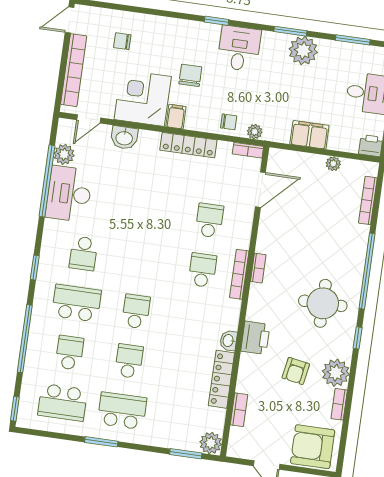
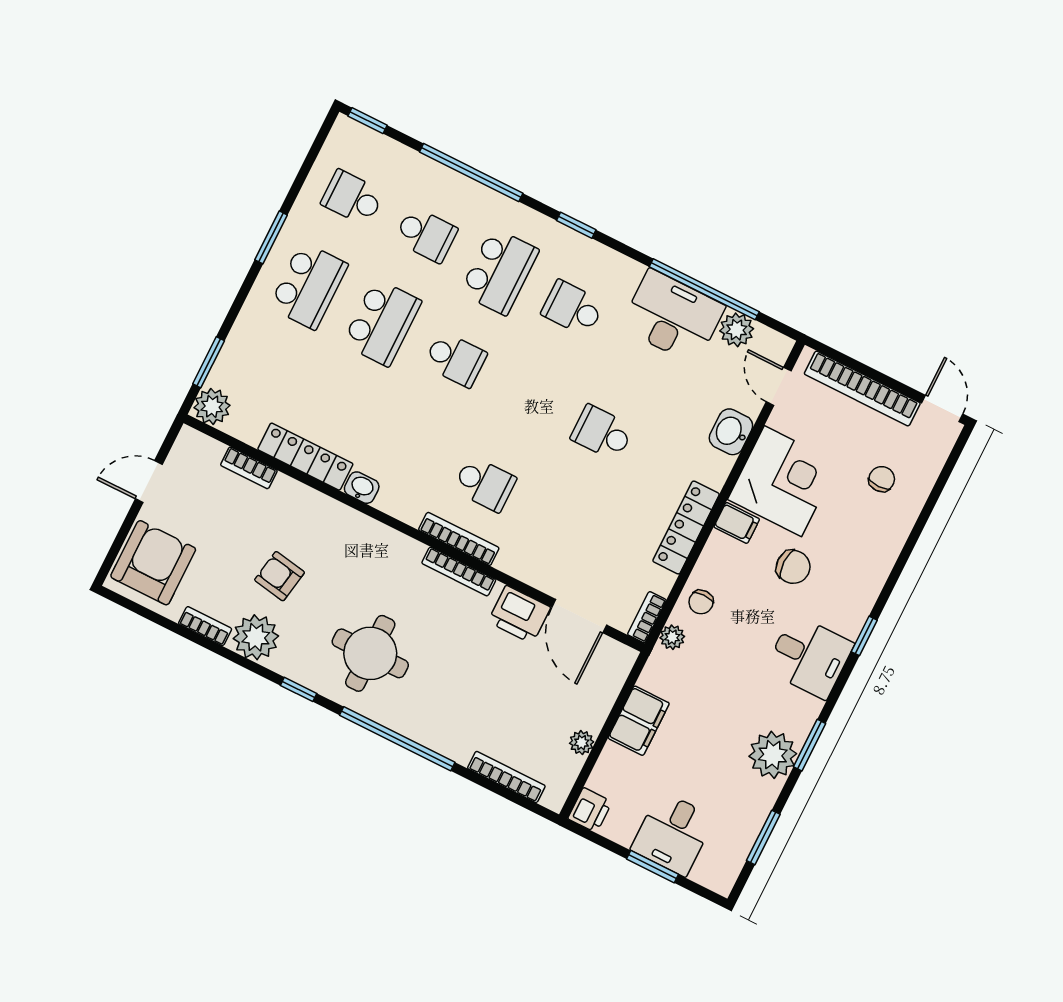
school desk: (209, 220) -> (602, 433), moved, turned 180
bookcase: (258, 268) -> (459, 572), width x1.56
printer: (255, 338) -> (519, 614), moved
school desk: (129, 361) -> (382, 323), width x1.85
school desk: (63, 402) -> (352, 198), width x0.54

